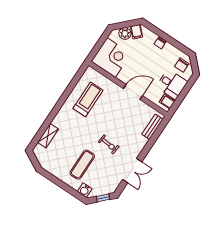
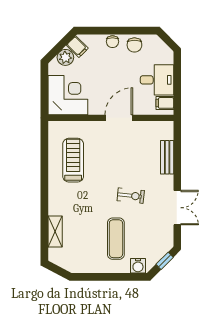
chair: (182, 65) -> (134, 45), moved
bench: (152, 127) -> (167, 157), moved

